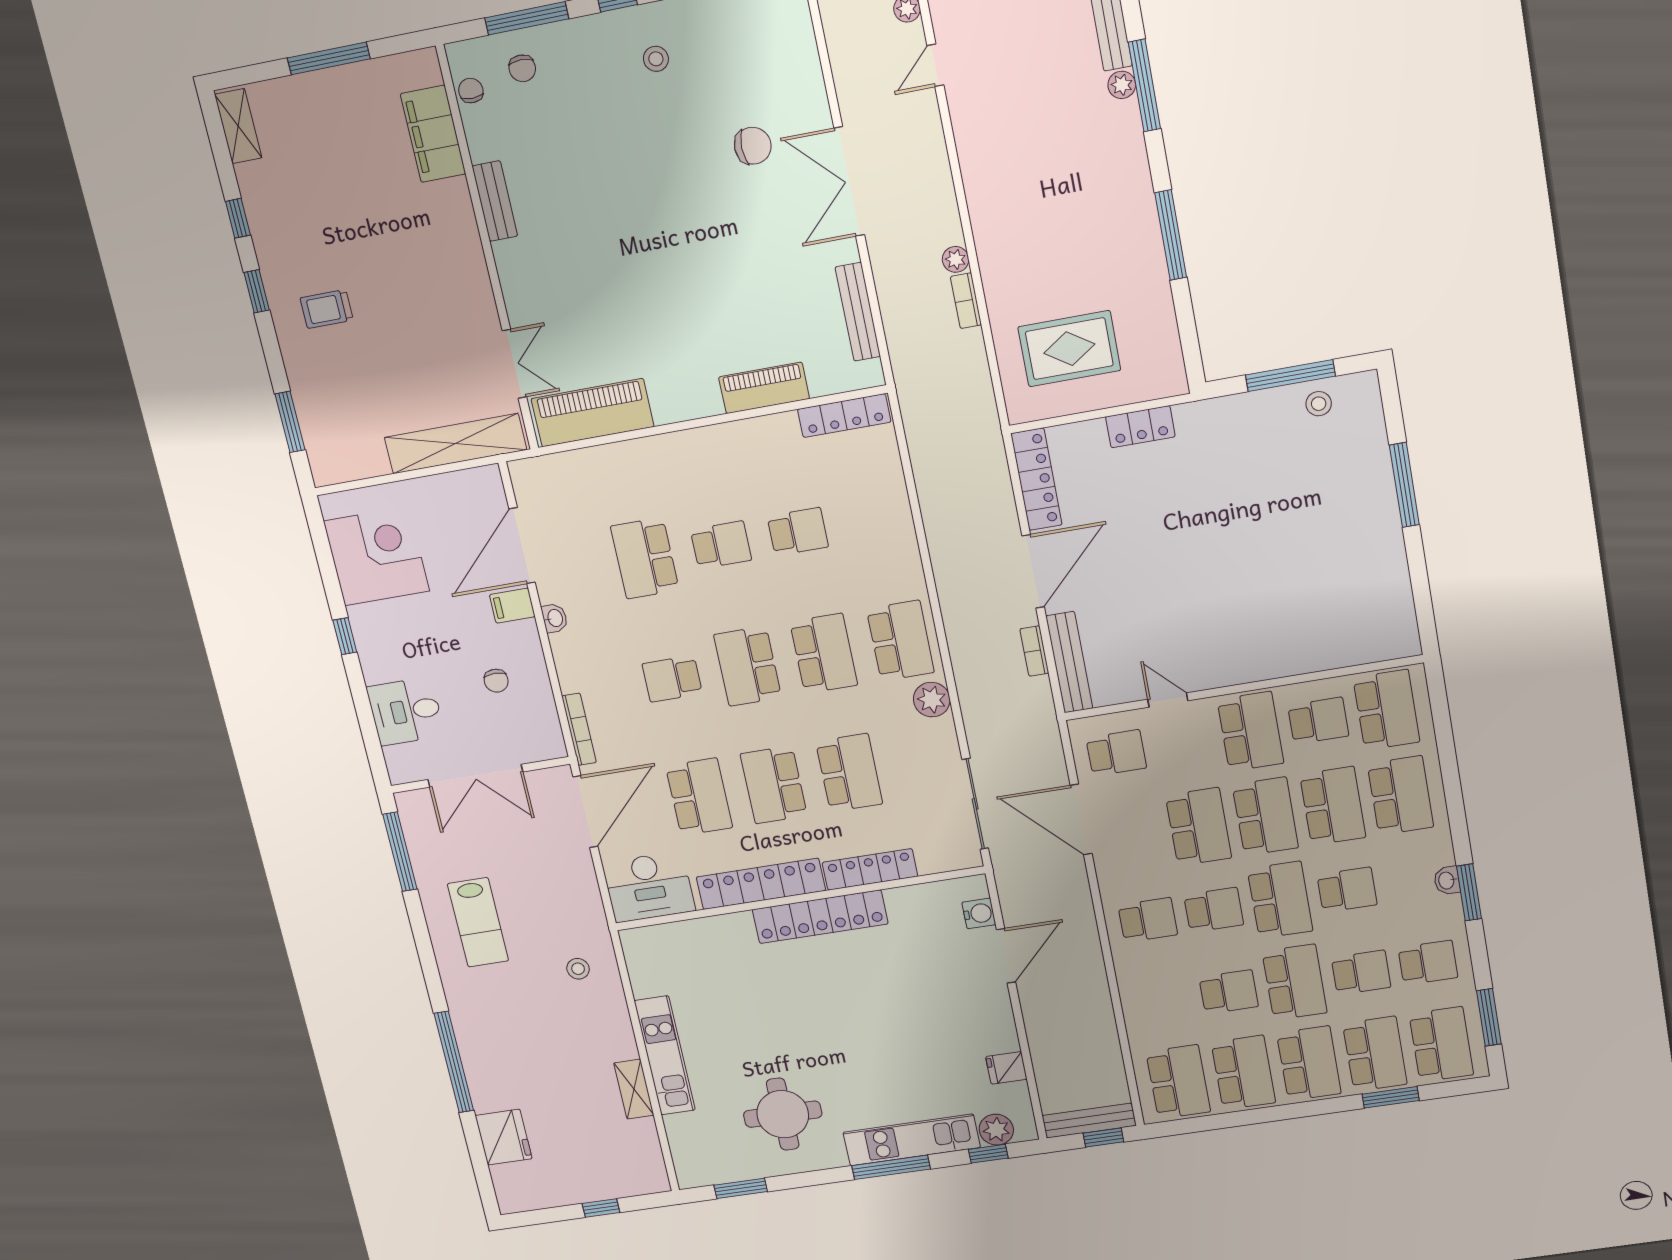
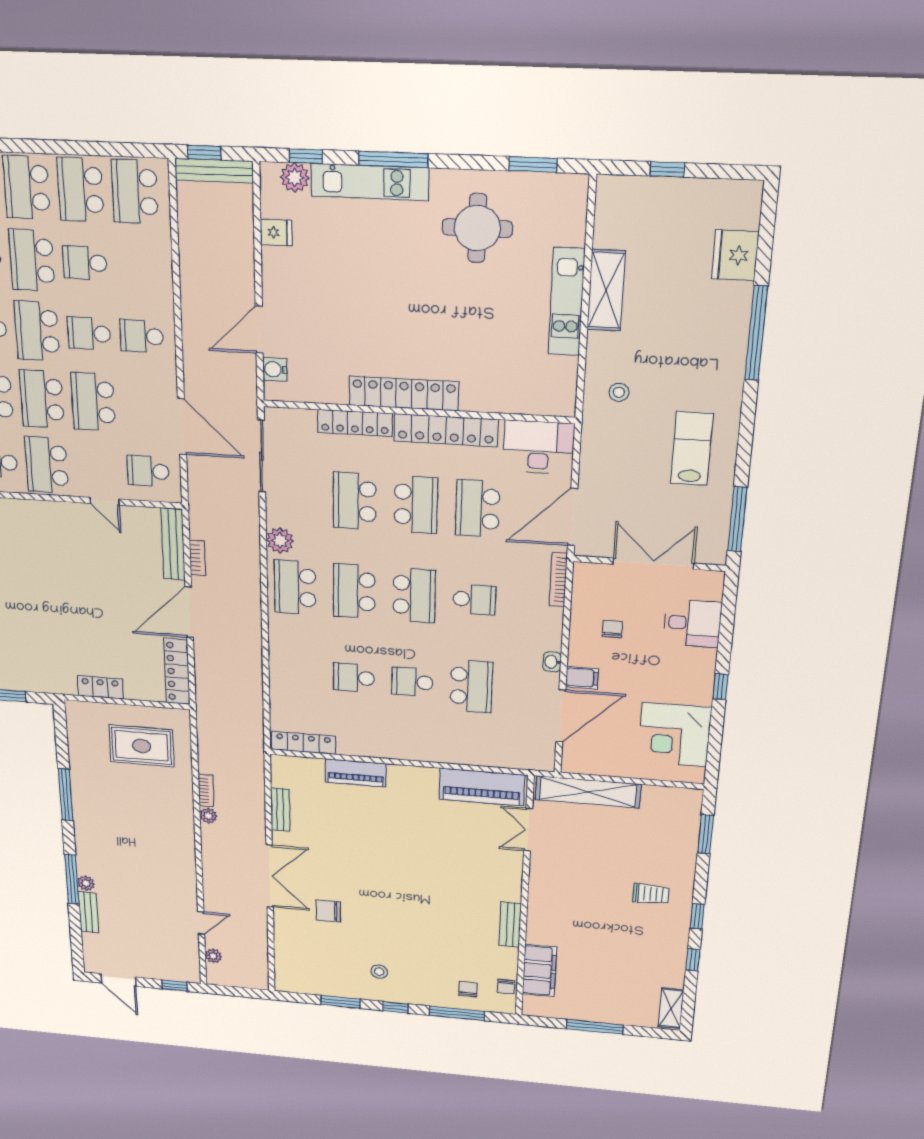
bench: (858, 312) -> (280, 810), width x0.73
shelving: (634, 1089) -> (606, 290), width x1.50, depth x1.33

